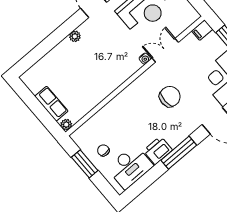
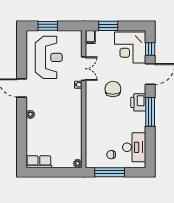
double door: (165, 50) -> (84, 69), swing flipped
row of seats: (51, 104) -> (39, 162), moved
printer: (158, 150) -> (138, 102), moved
window: (85, 164) -> (110, 172), width x1.44

